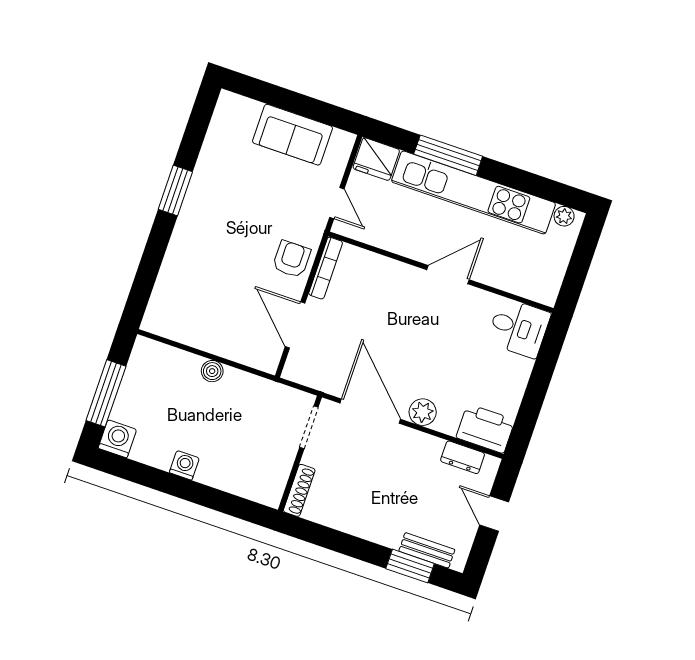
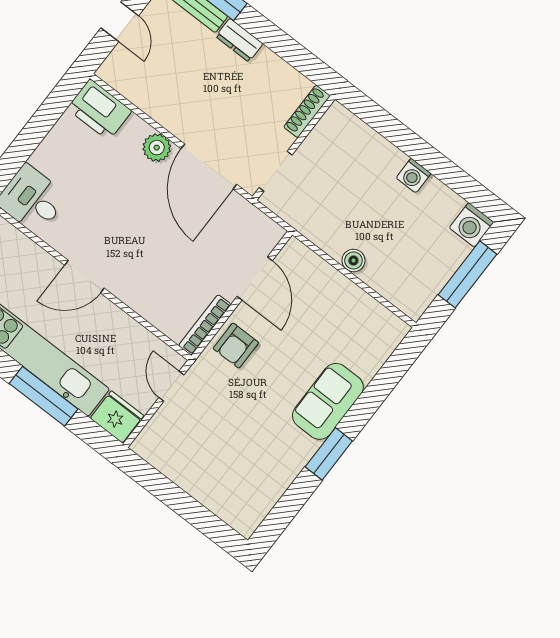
sofa: (292, 135) -> (328, 401), moved, turned -90
dresser: (463, 457) -> (239, 40), moved, turned 180

